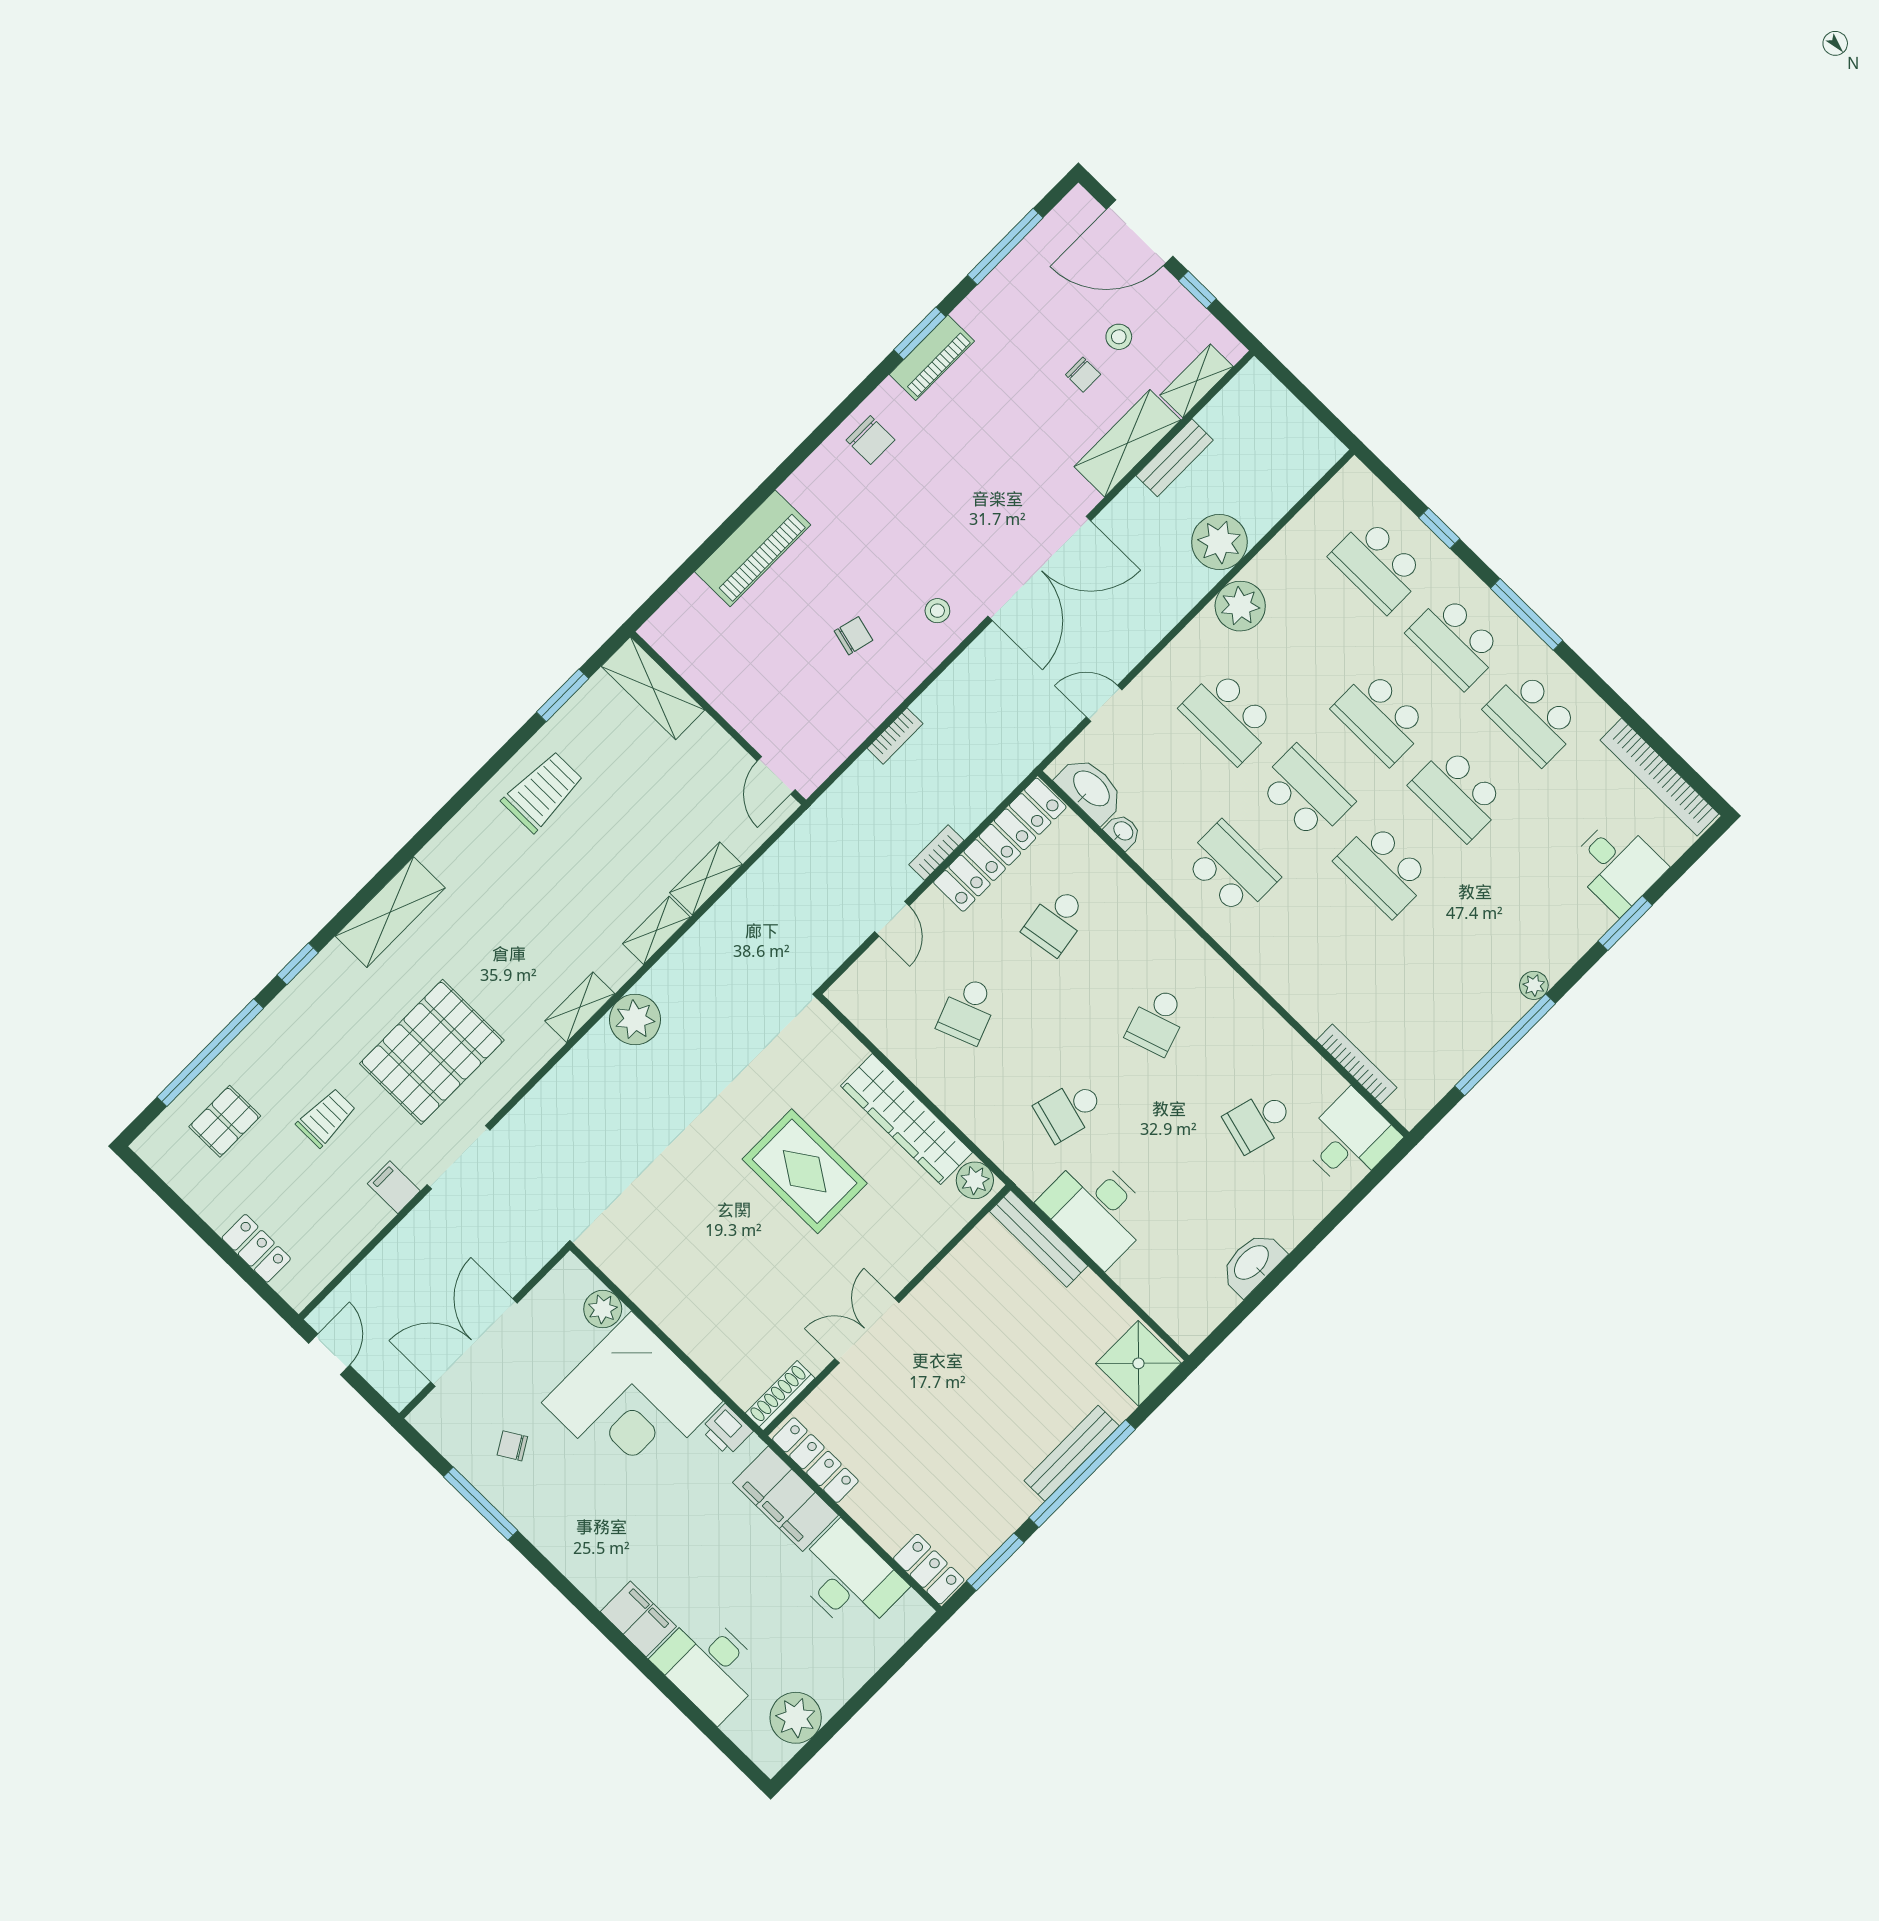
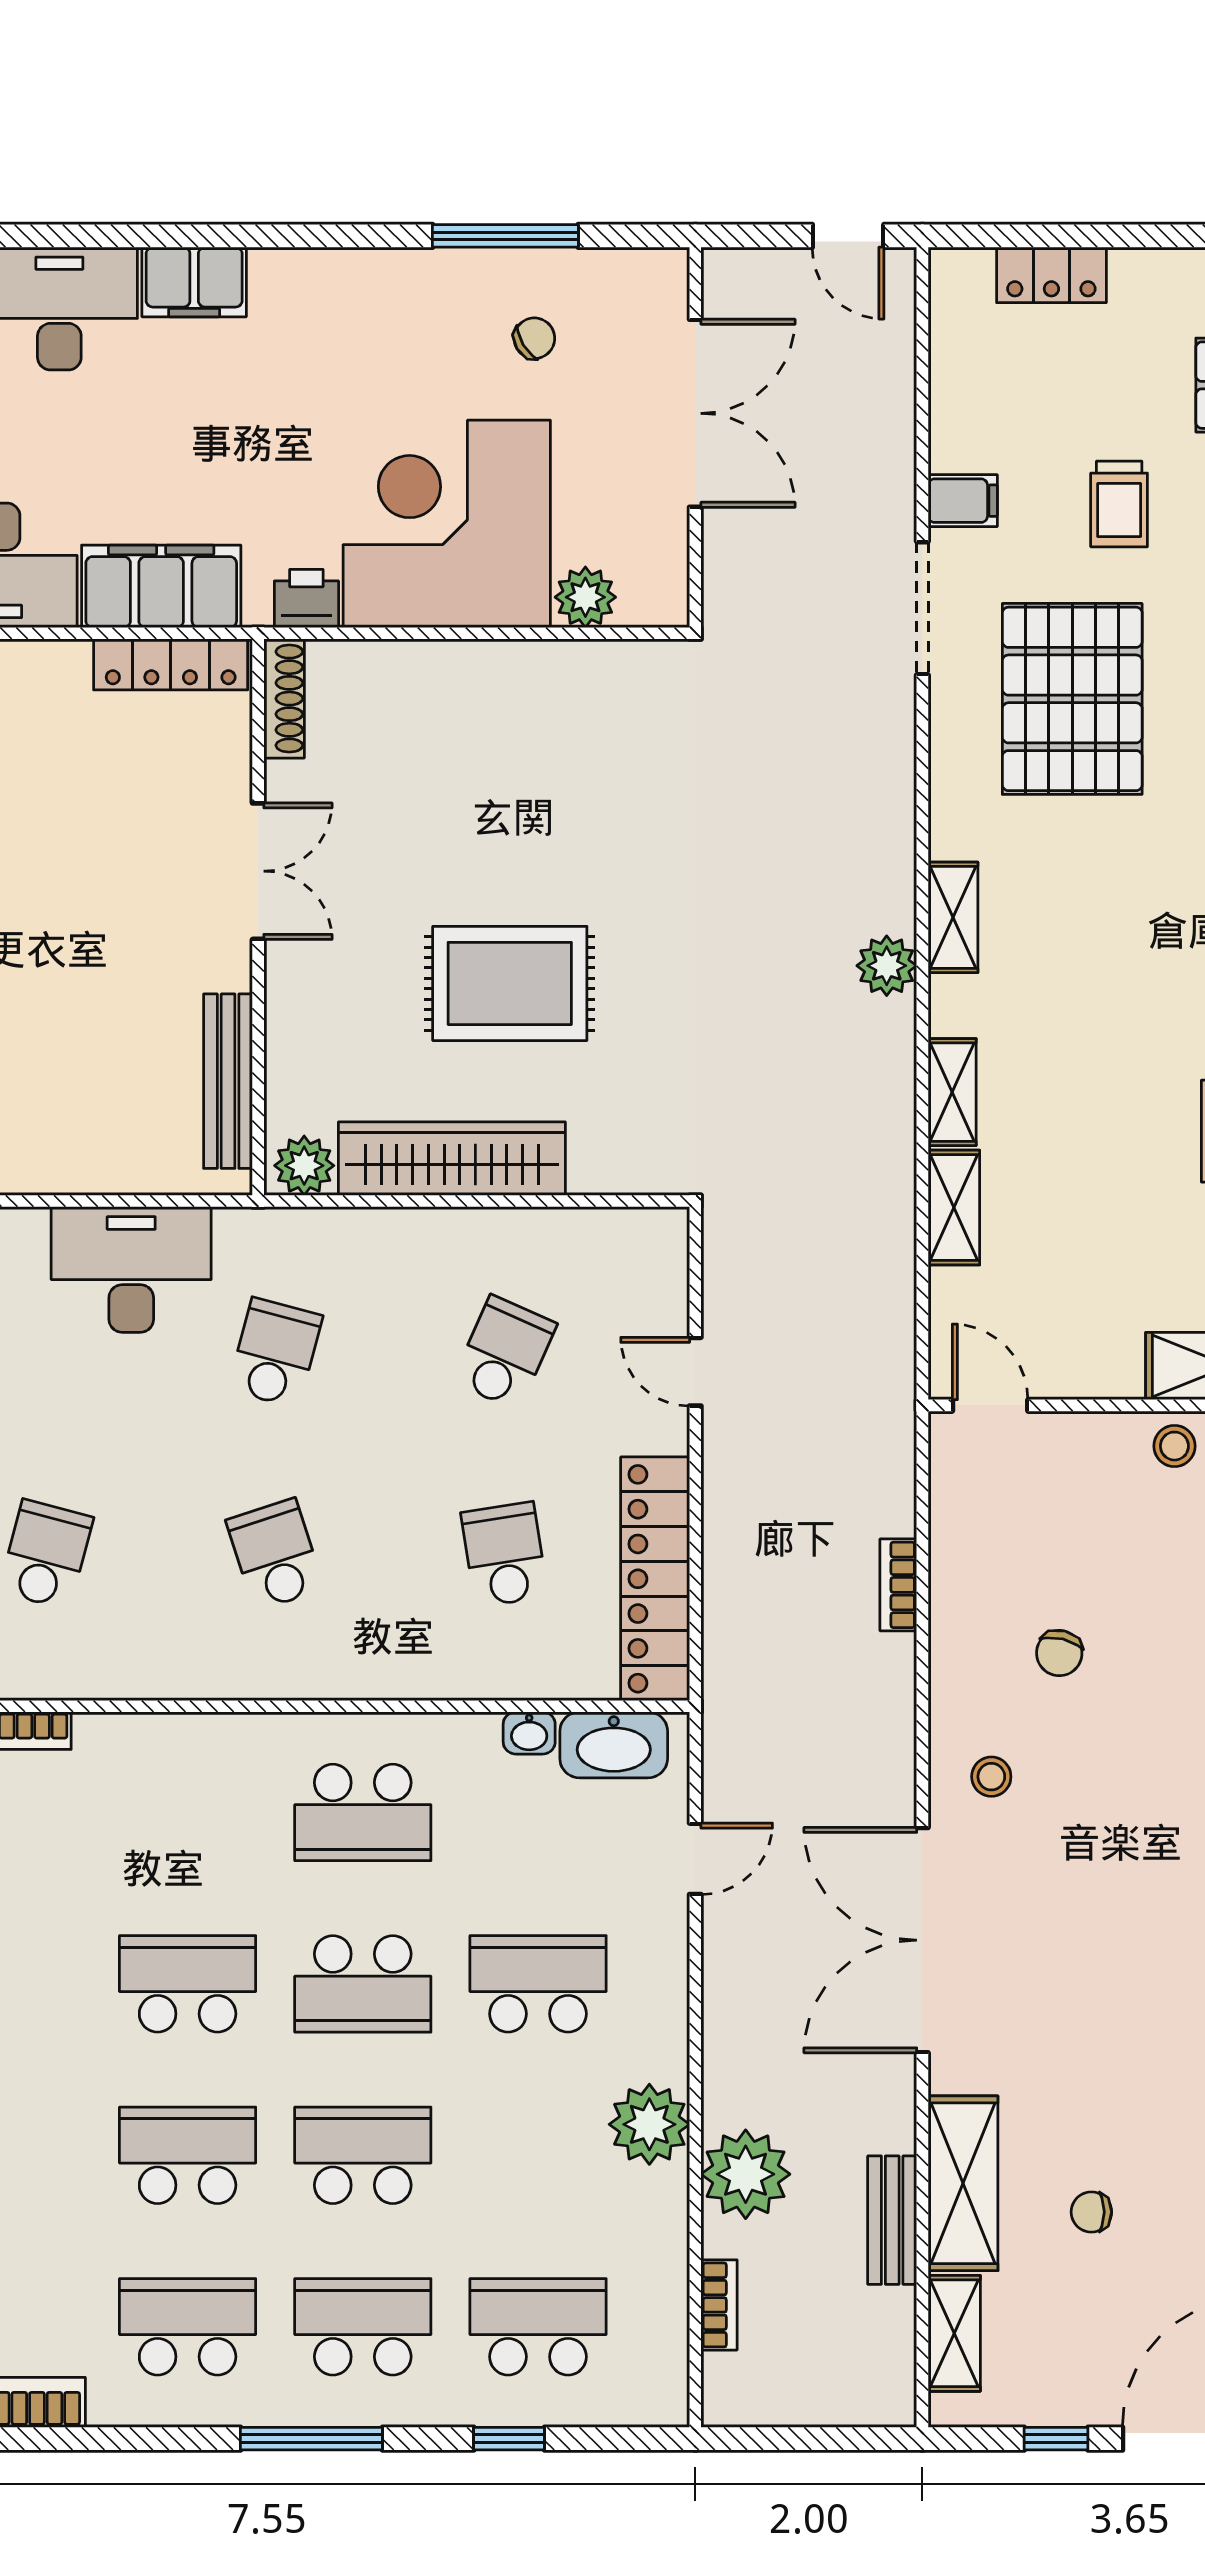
stool: (1119, 337) -> (1174, 1446), moved
bookcase: (936, 853) -> (719, 2305), moved
school desk: (968, 1010) -> (504, 1353), turned 45
plant: (635, 1020) -> (887, 966), width x0.73, depth x0.73
bench: (1039, 1239) -> (228, 1081), moved, turned 90

